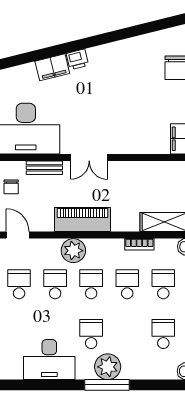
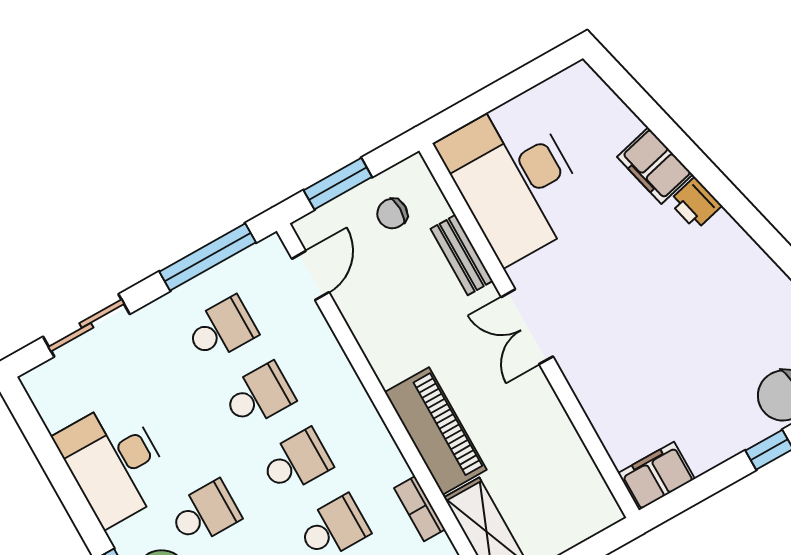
piano: (83, 219) -> (436, 431), moved
plant: (73, 251) -> (340, 394), removed

